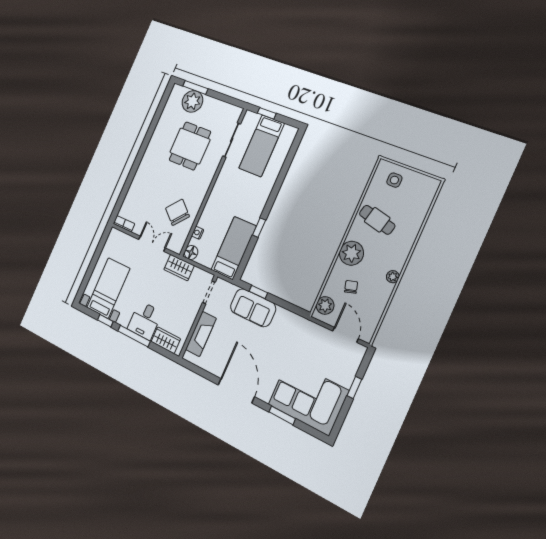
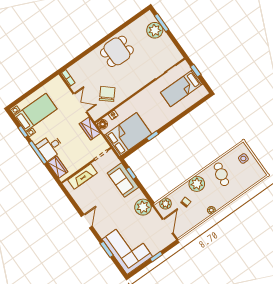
dining table: (190, 146) -> (117, 51), moved
bed: (234, 248) -> (128, 135), width x1.50
plant: (298, 328) -> (143, 207), added
door: (236, 391) -> (87, 221), width x0.53

